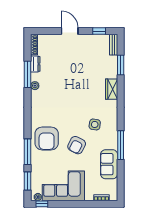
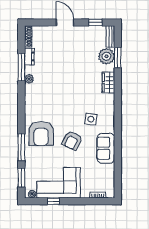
plant: (110, 64) -> (106, 56), added
window: (121, 145) -> (118, 141), removed
sofa: (109, 164) -> (106, 148), moved
window: (42, 204) -> (53, 201), moved

